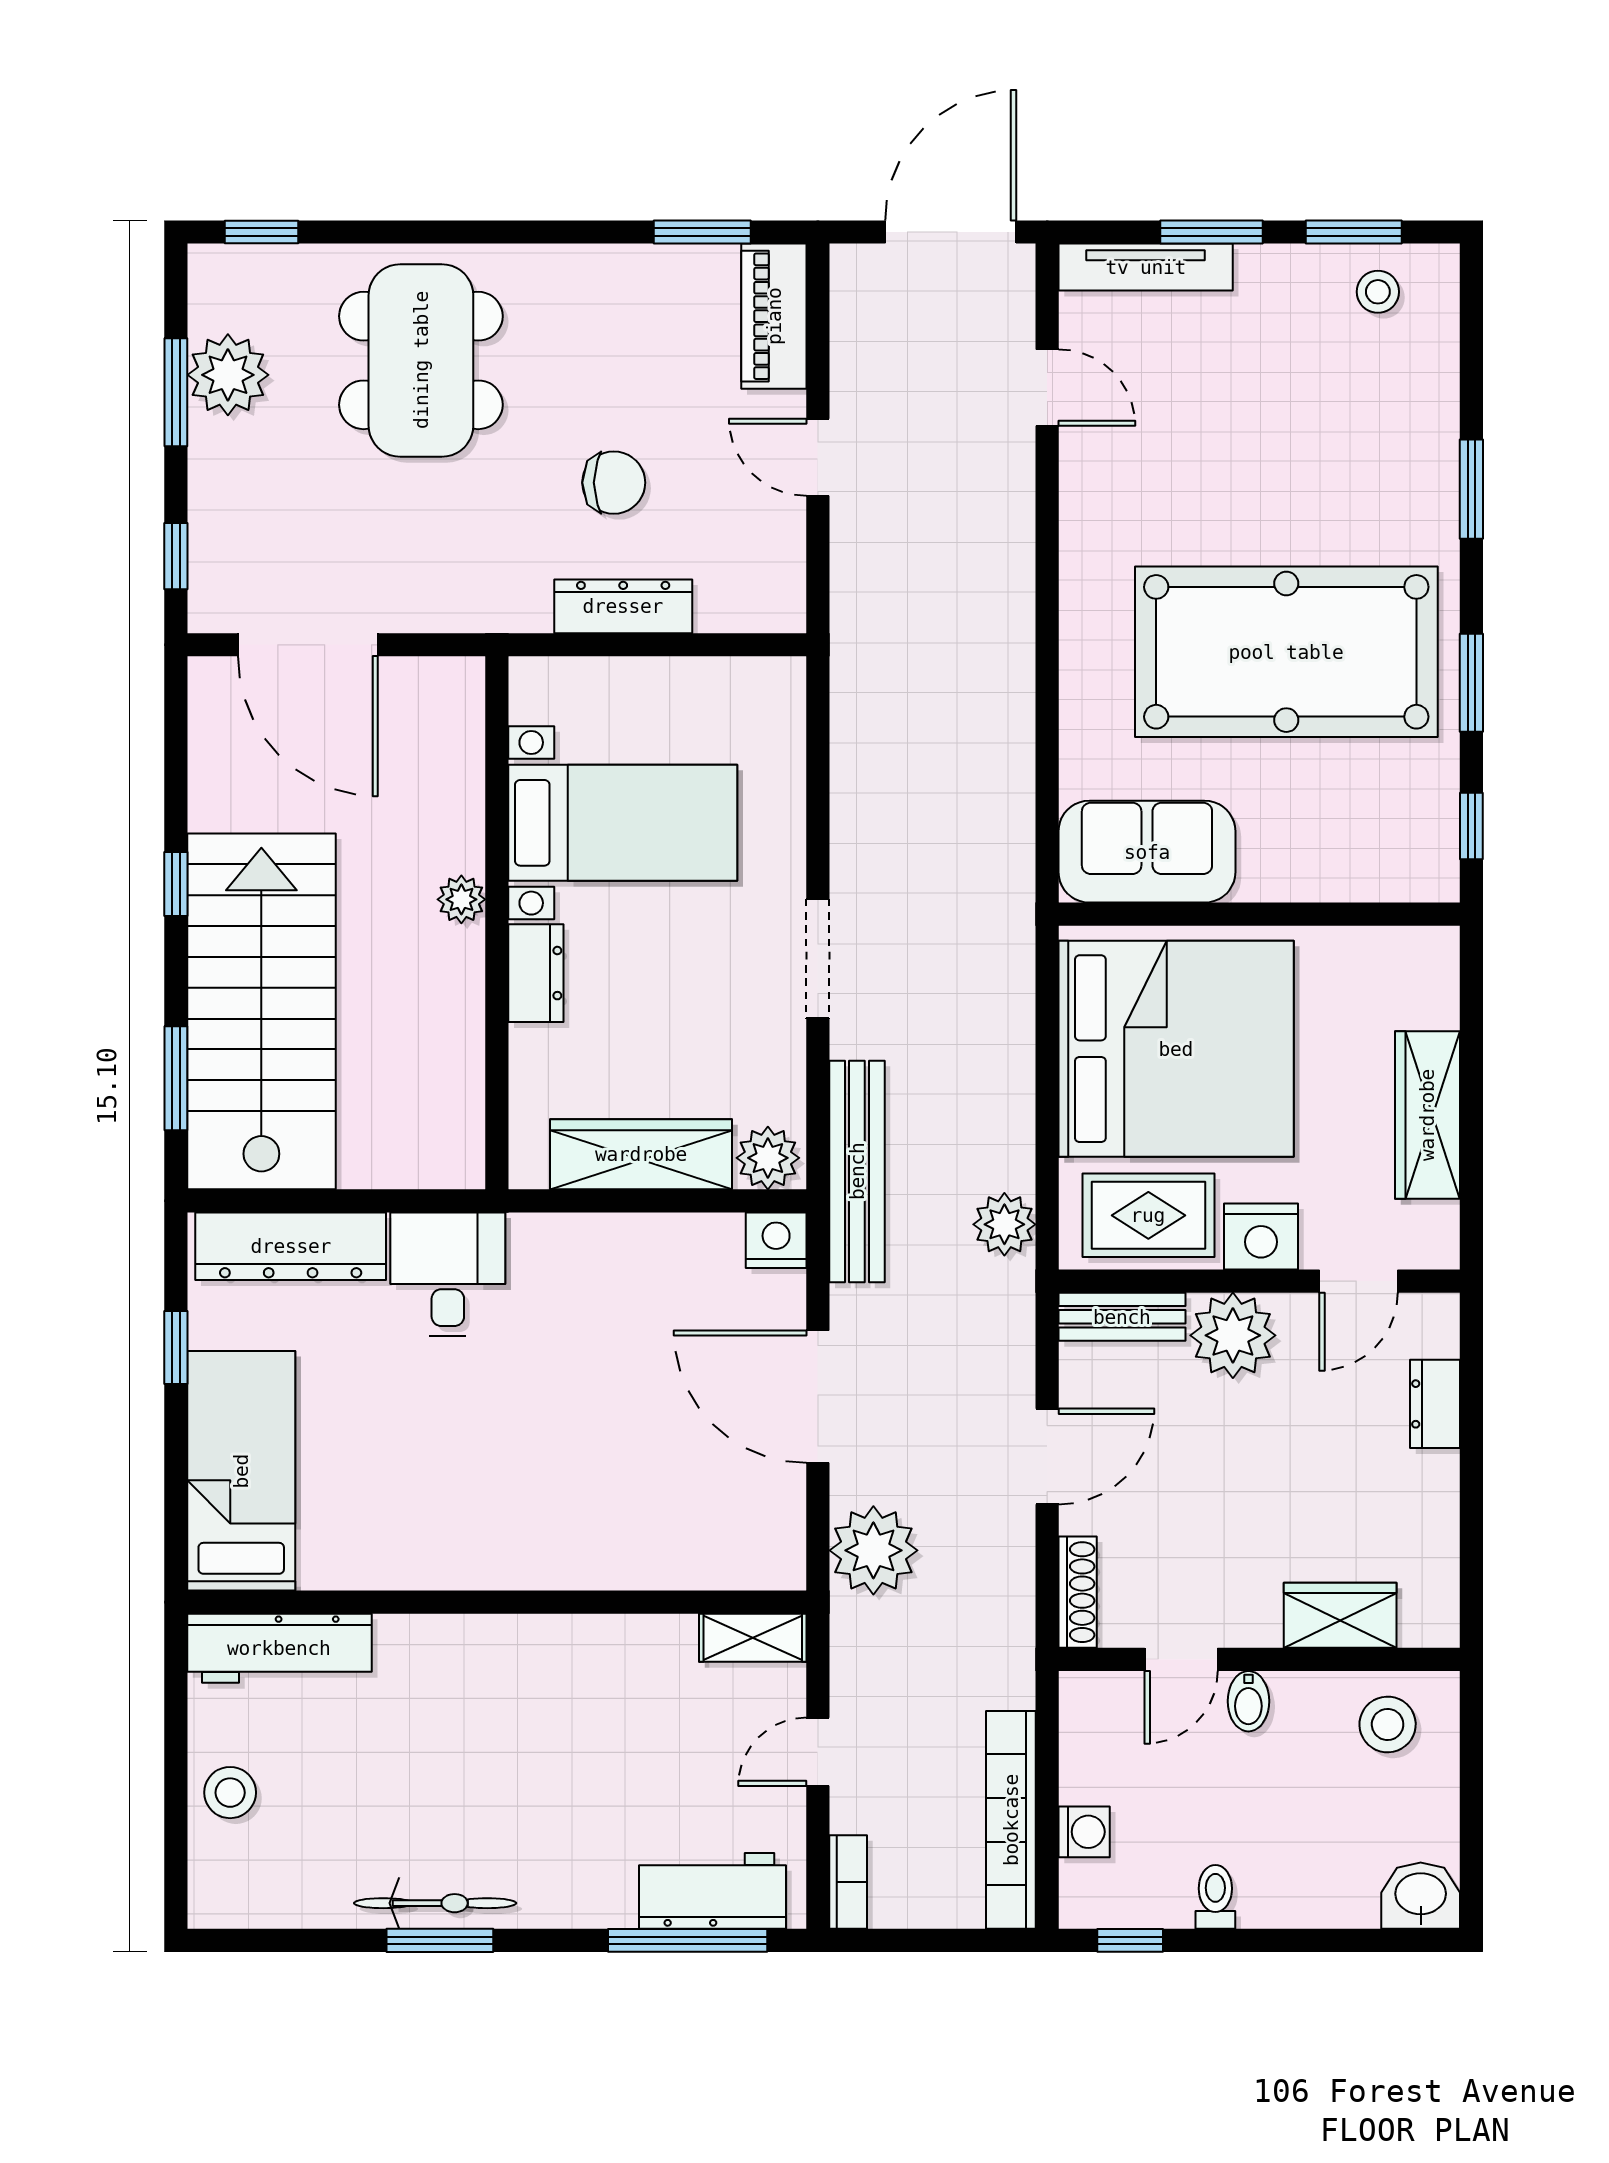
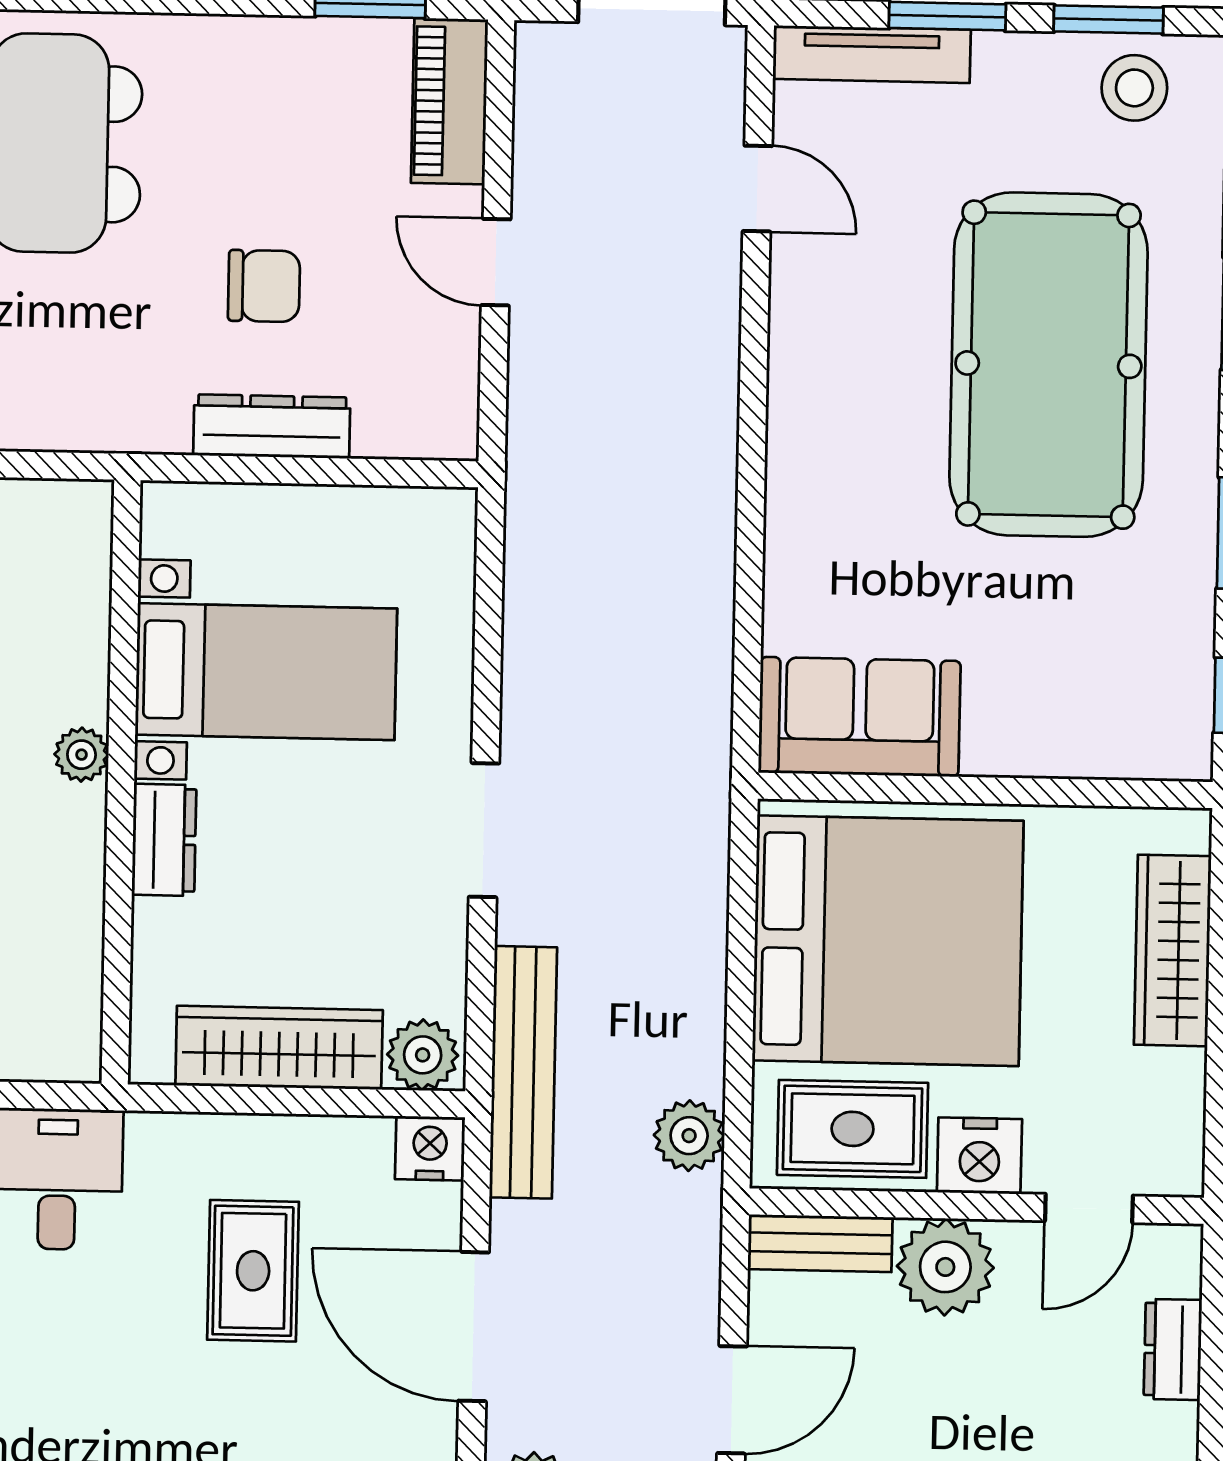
stool: (1378, 292) -> (1134, 88), width x1.37, depth x1.37
pool table: (1286, 652) -> (1048, 365), moved, turned 90
wardrobe: (1427, 1115) -> (1173, 950), moved
rug: (622, 1352) -> (253, 1271), added

